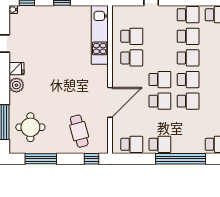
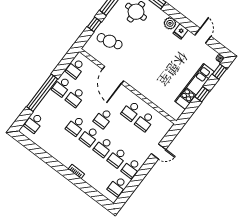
kitchen unit: (100, 35) -> (194, 87), moved, turned -90
school desk: (160, 101) -> (75, 97), moved
window: (91, 159) -> (94, 24), moved

